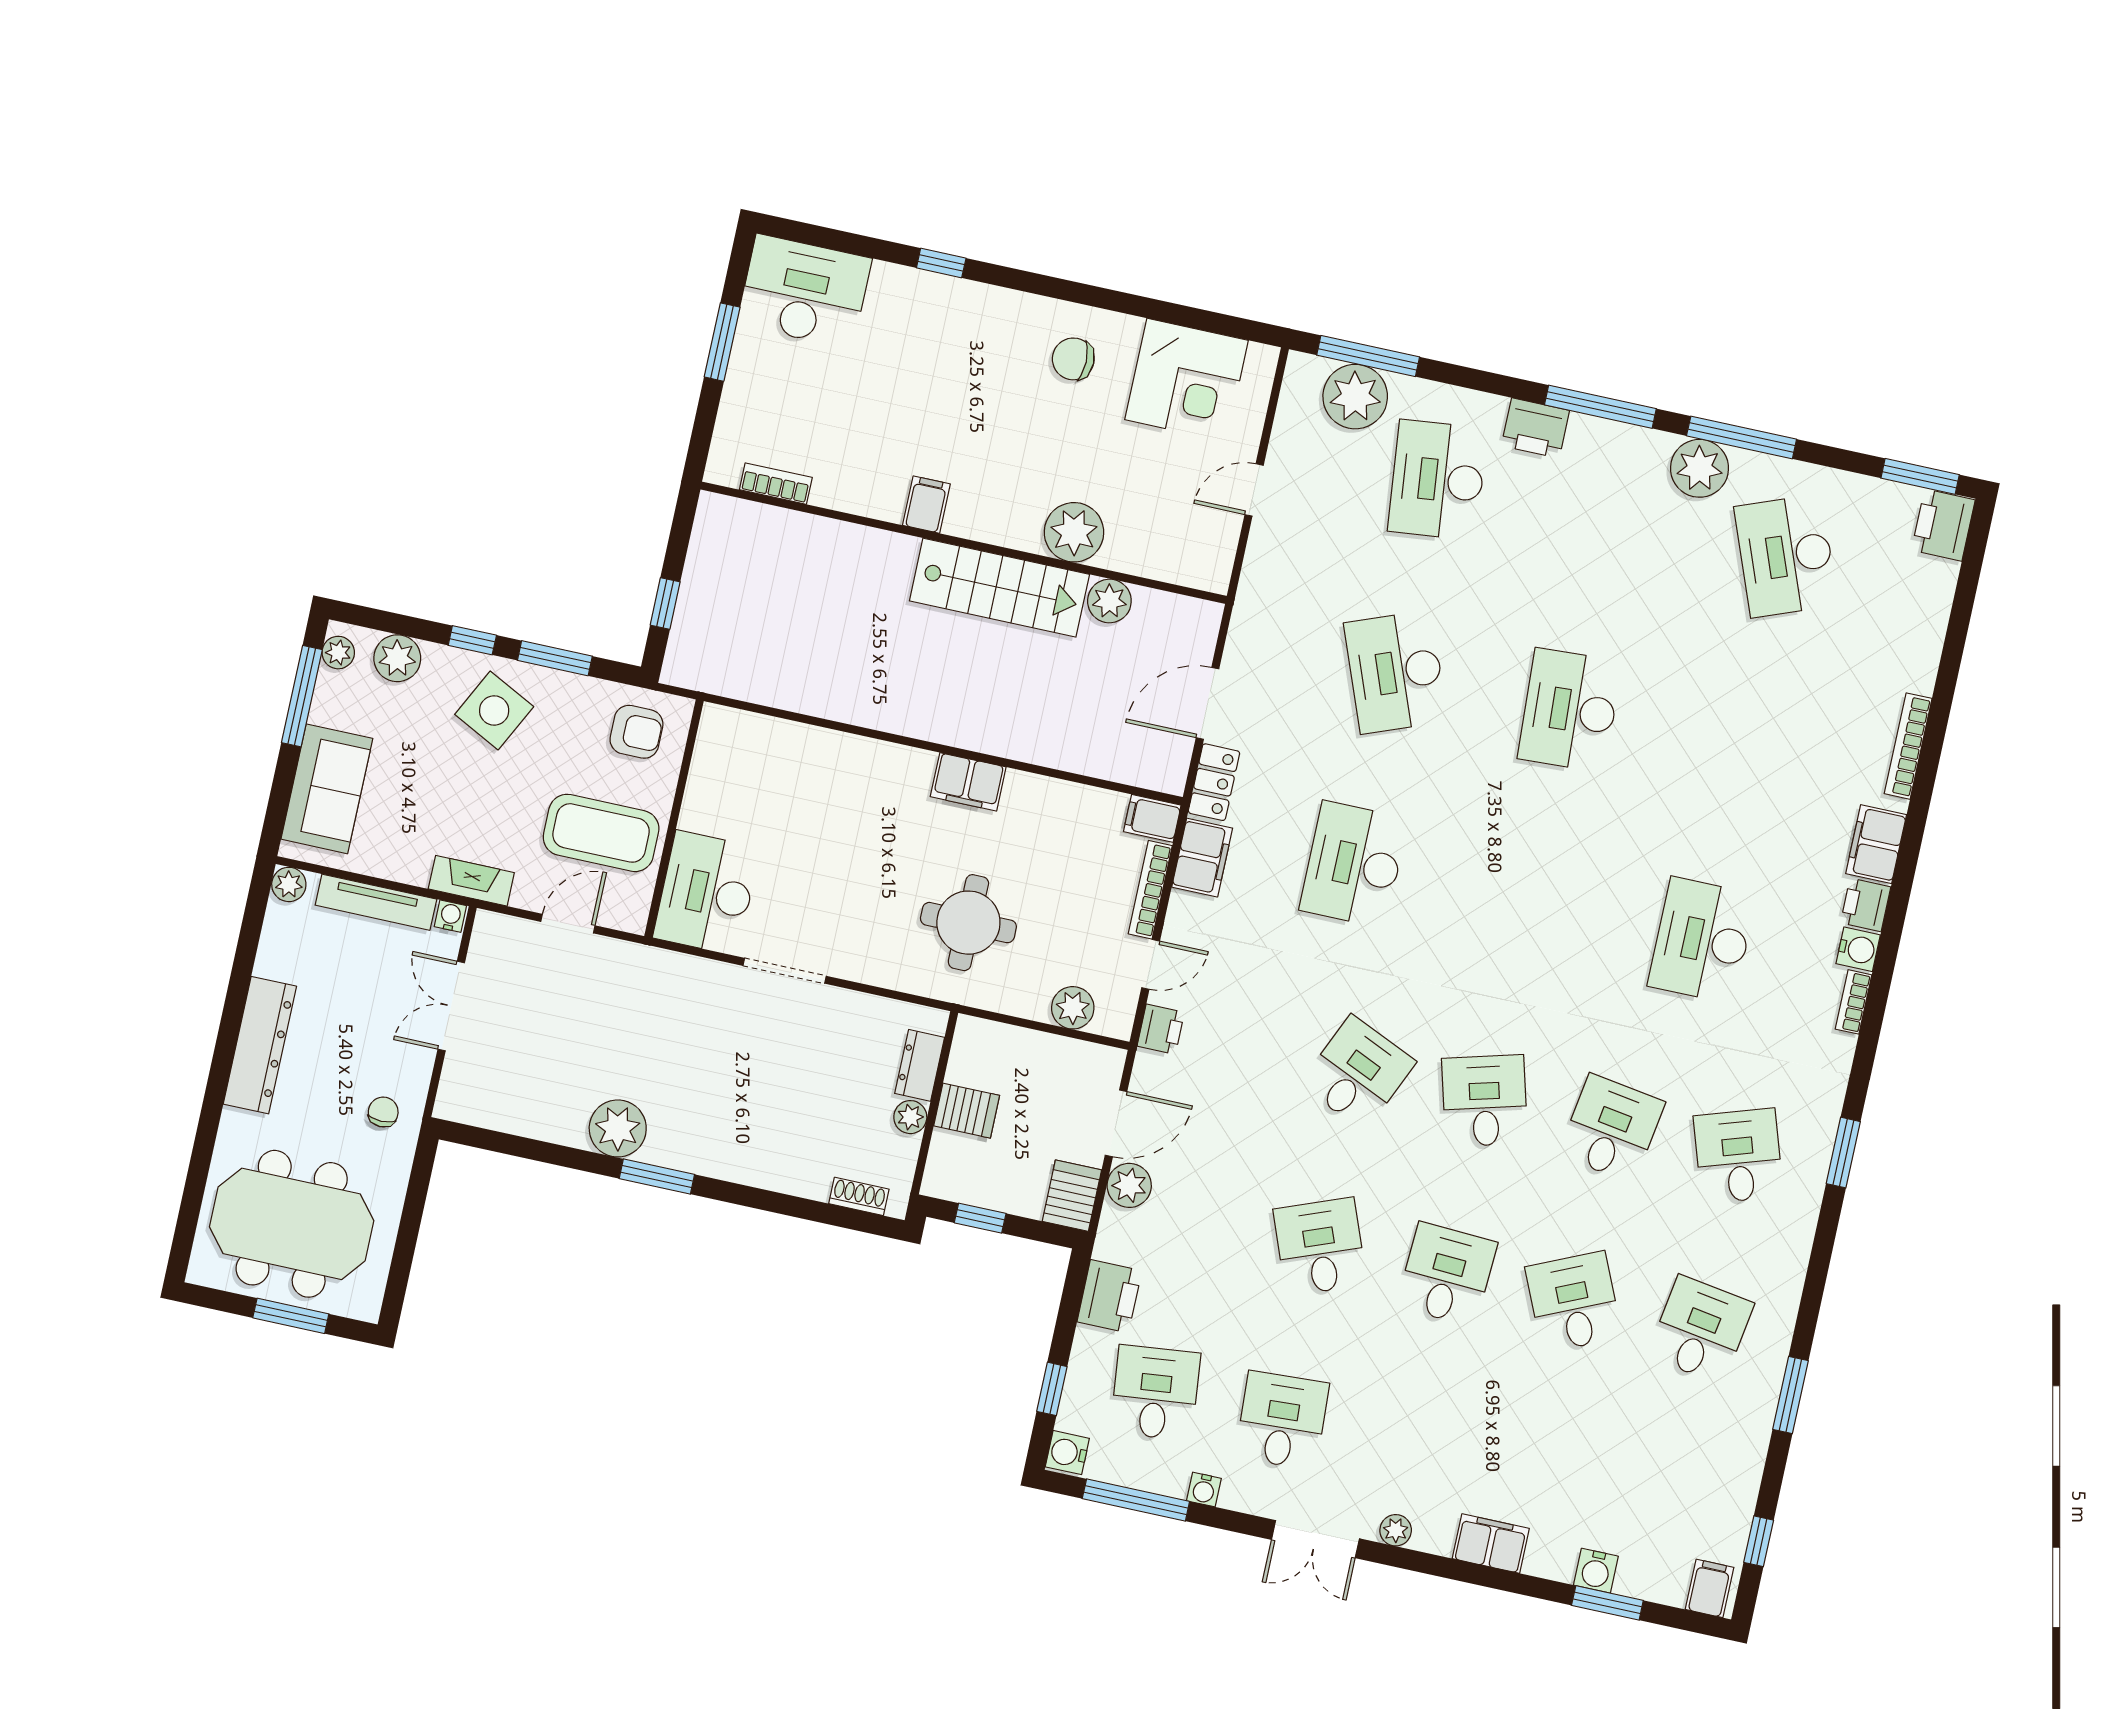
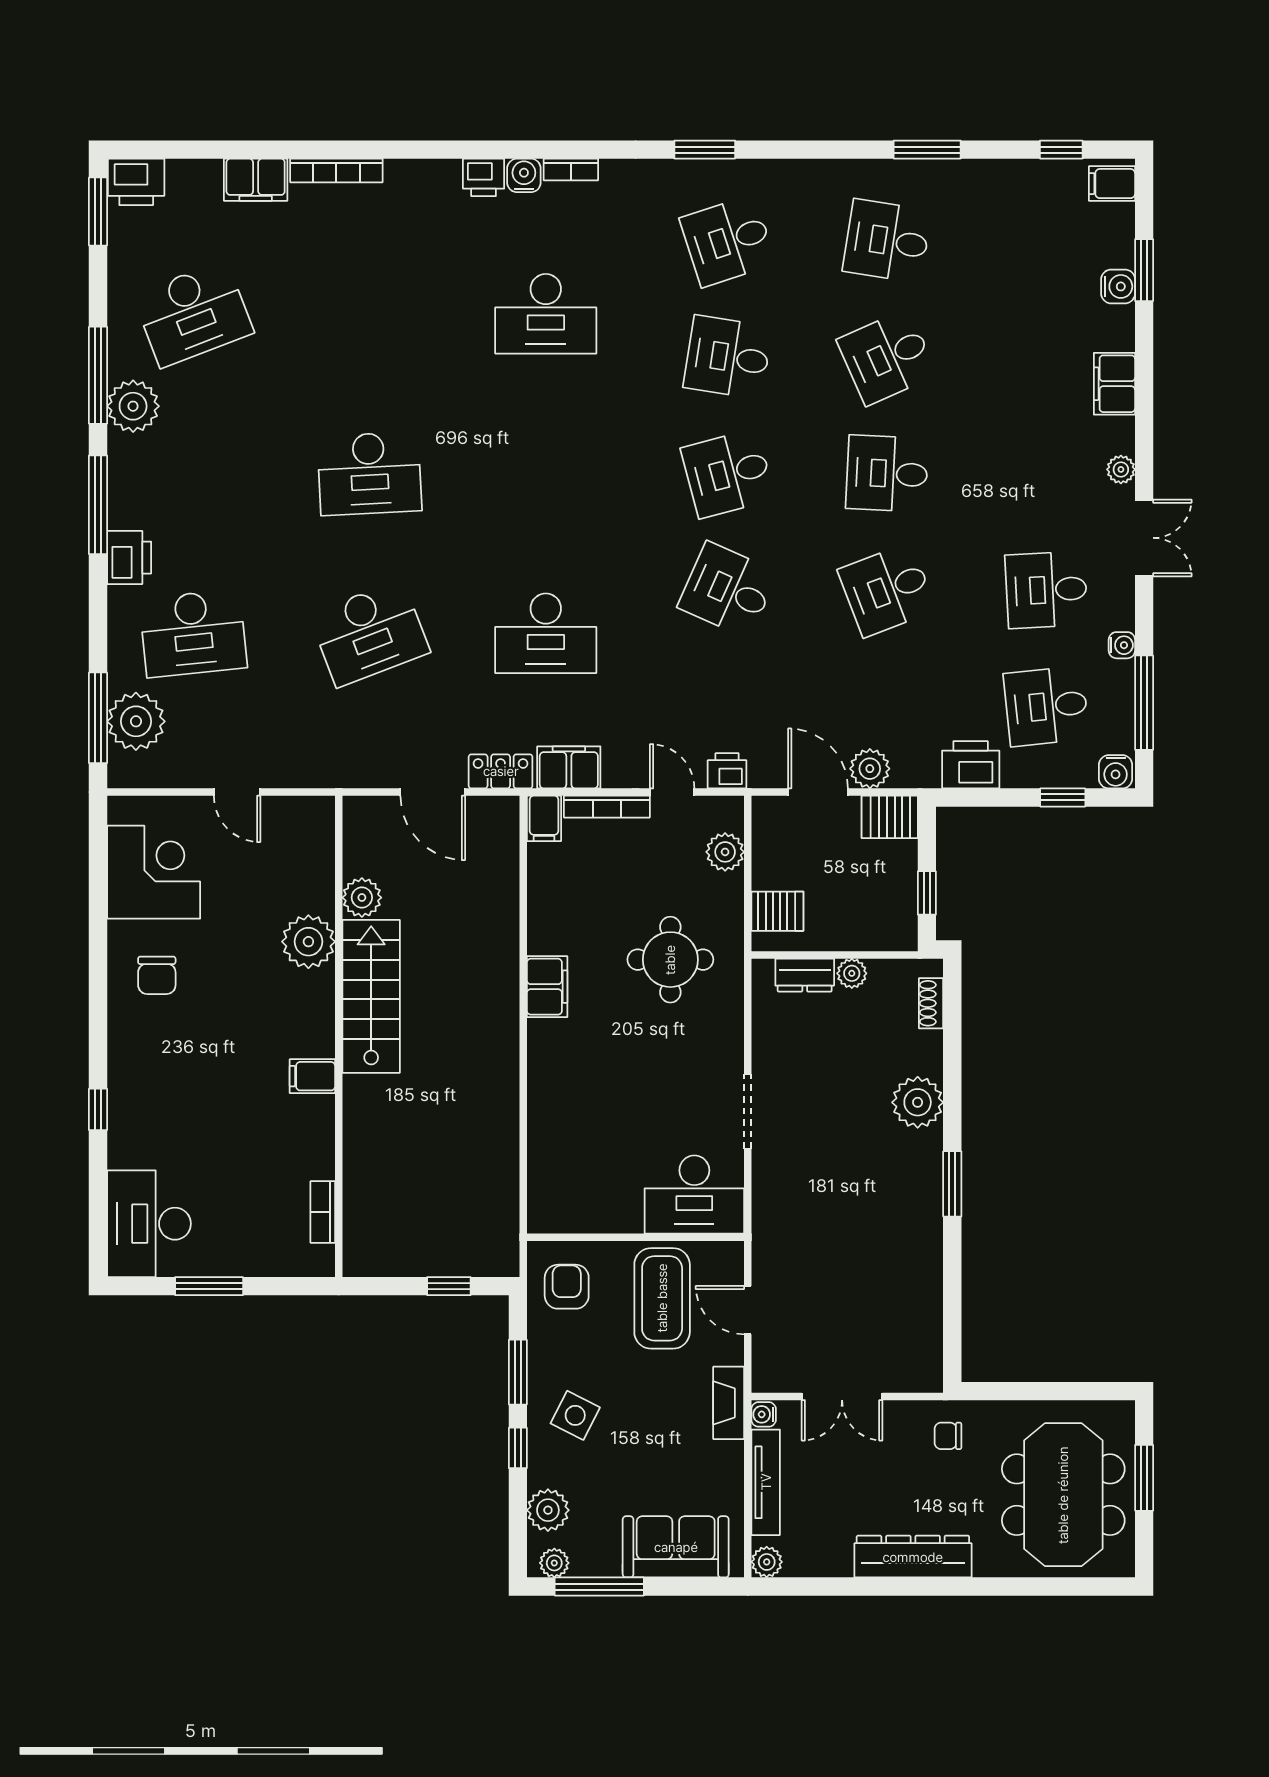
side table: (494, 710) -> (575, 1415), width x0.73, depth x0.73
filing cabinet: (1876, 844) -> (256, 180), moved
server rack: (967, 1111) -> (777, 911), moved, turned 90
plant: (618, 1128) -> (918, 1102), moved

